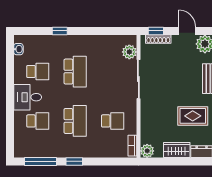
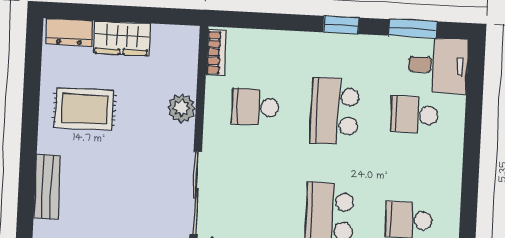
desk: (28, 97) -> (438, 65), moved
plant: (147, 151) -> (181, 108), moved
window: (40, 161) -> (413, 29), width x0.69

